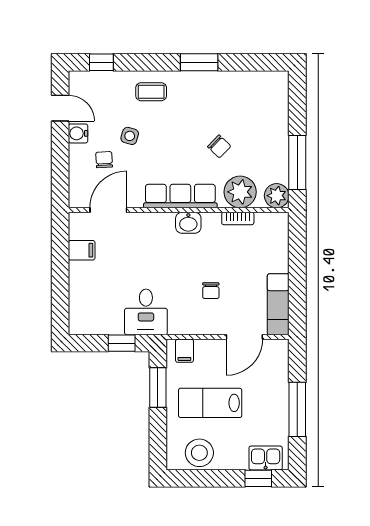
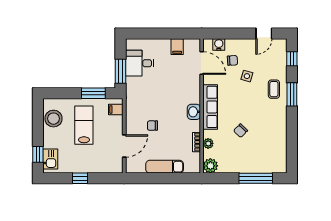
window: (199, 62) -> (292, 94), moved
water cooler: (78, 133) -> (219, 44), moved
window: (297, 163) -> (256, 178), moved
plant: (240, 192) -> (208, 143), width x0.53, depth x0.53
exam couch: (278, 304) -> (165, 167), moved
desk: (146, 312) -> (140, 63), moved
door: (244, 337) -> (124, 146), swing flipped
window: (122, 343) -> (120, 71), width x1.50
window: (297, 409) -> (80, 178), width x0.46

